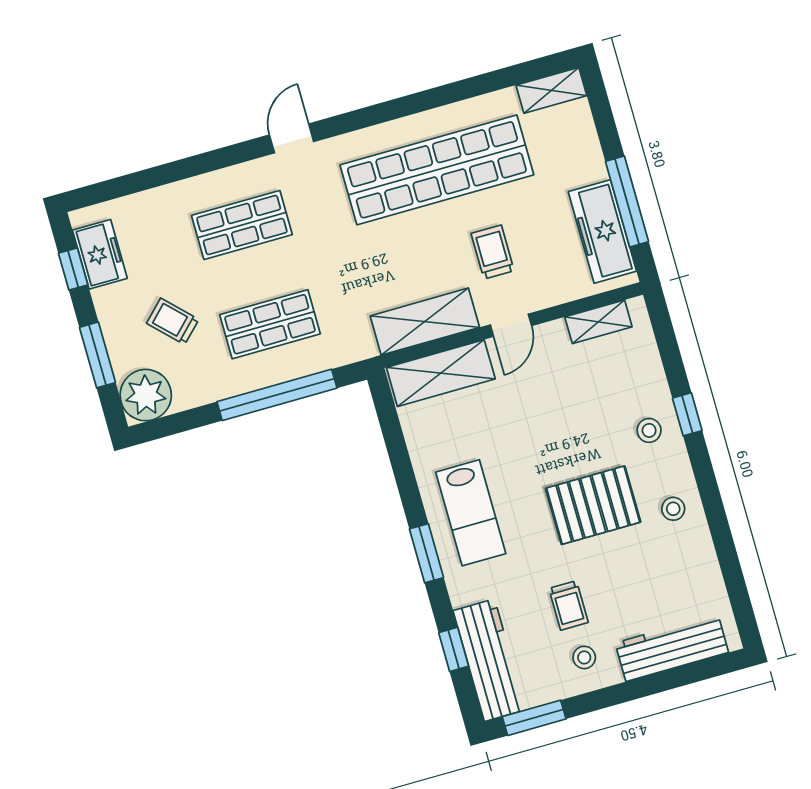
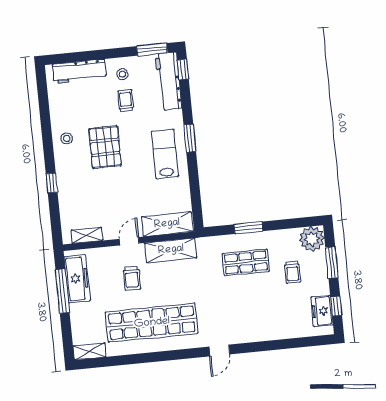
shop shelf: (242, 225) -> (251, 313), removed
trolley: (173, 321) -> (293, 272), turned 46
window: (277, 395) -> (248, 228), width x0.47
stool: (649, 430) -> (72, 178), removed
pallet: (593, 505) -> (105, 147), turned 90
window: (454, 649) -> (183, 70), moved

